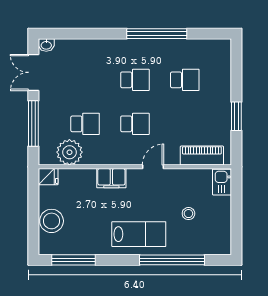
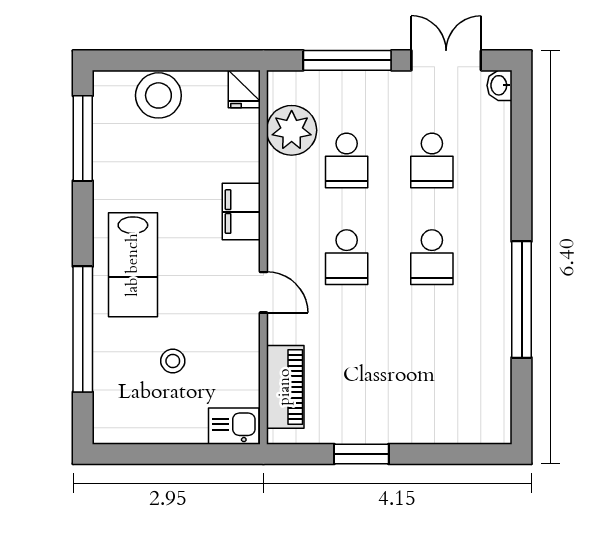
school desk: (185, 80) -> (432, 161), moved

